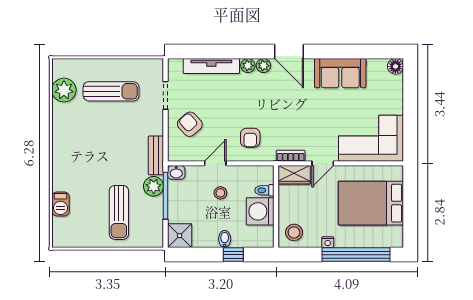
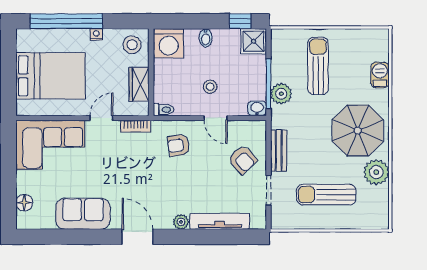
plant: (263, 66) -> (164, 222), removed
floor lamp: (395, 66) -> (24, 203), moved
plant: (64, 90) -> (376, 172), moved
armchair: (250, 138) -> (179, 145), turned -98
parasol: (81, 152) -> (358, 130), added
bench: (156, 155) -> (279, 151), moved
door: (215, 163) -> (216, 118), hinge flipped
wardrobe: (294, 175) -> (139, 84), moved, turned -90
toilet: (264, 190) -> (163, 110), moved
washing machine: (260, 211) -> (169, 43), moved, turned 90
window: (233, 255) -> (240, 21), moved

